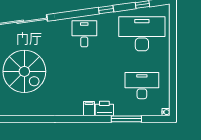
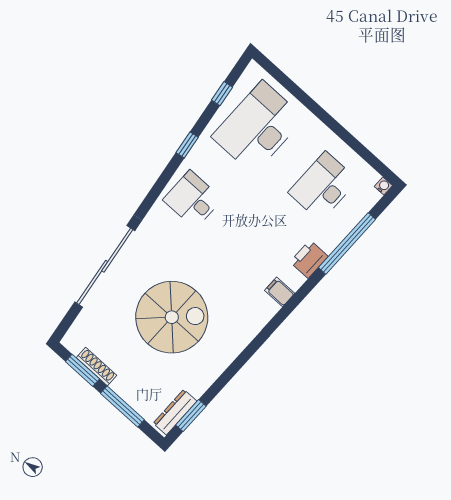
filing cabinet: (89, 109) -> (280, 292), moved
window: (126, 119) -> (347, 243), width x1.46

